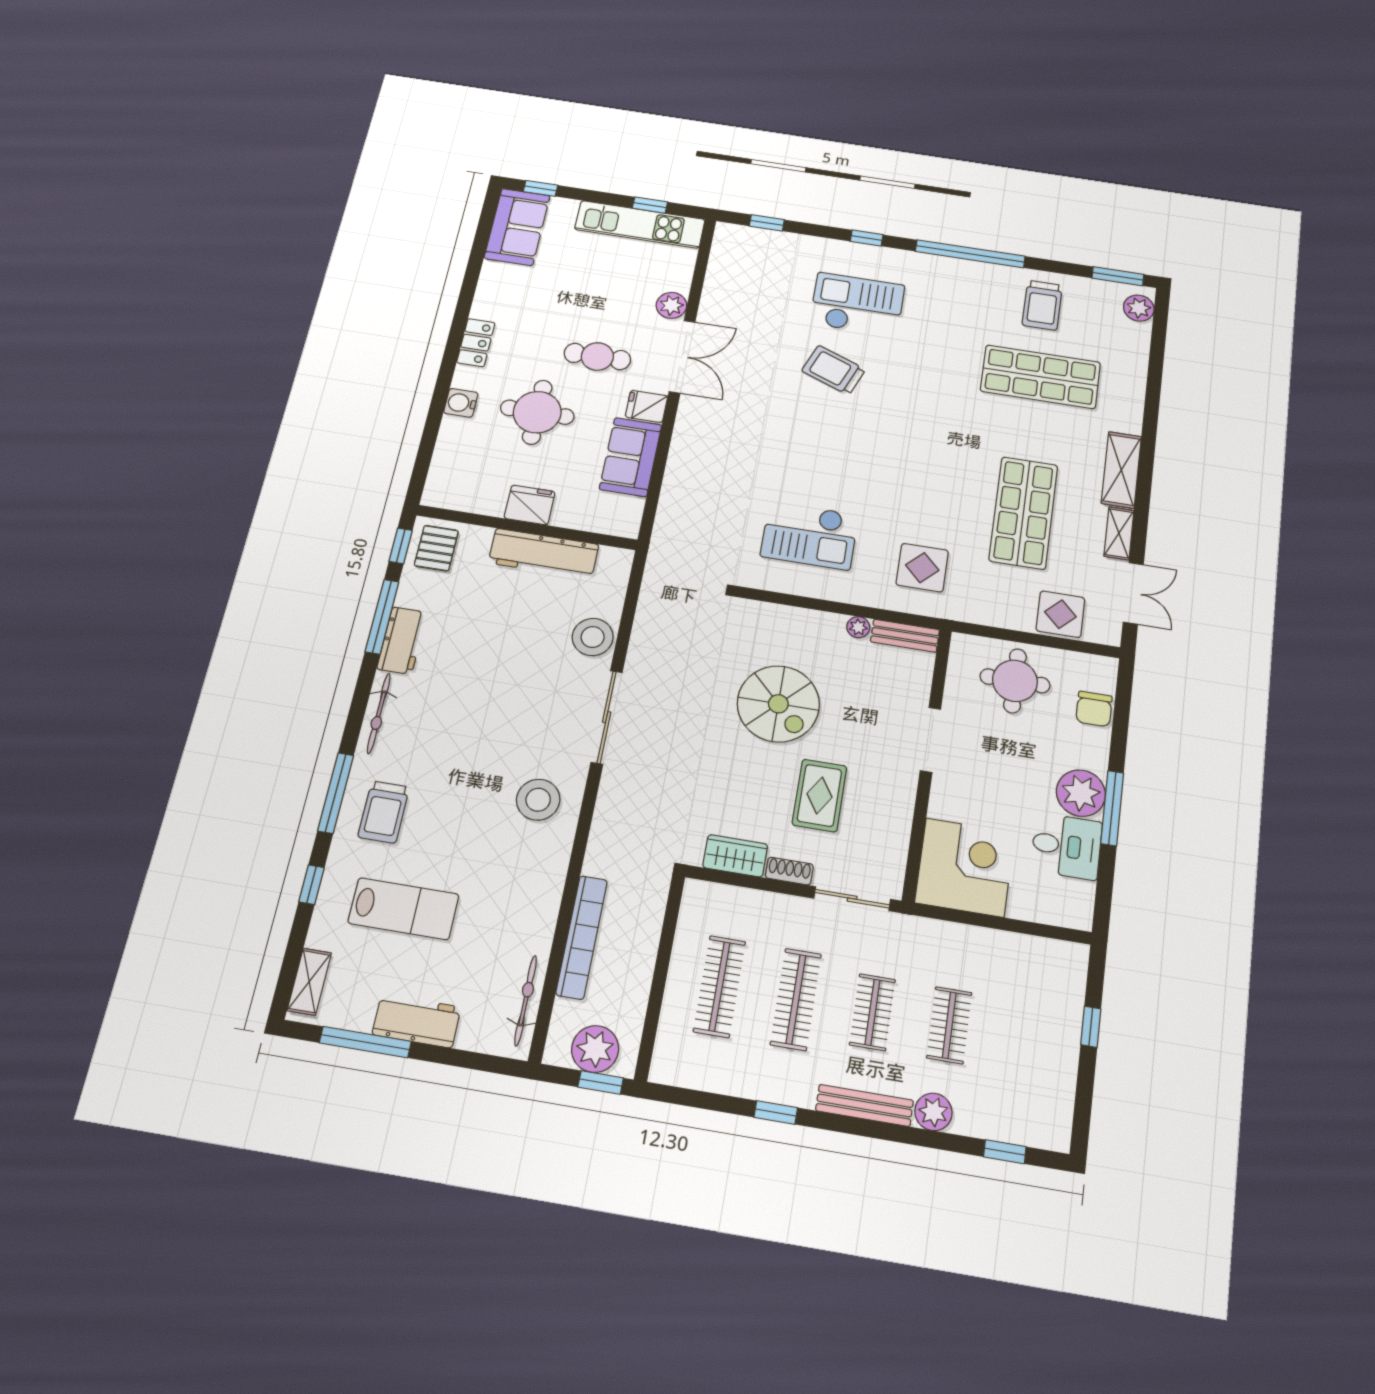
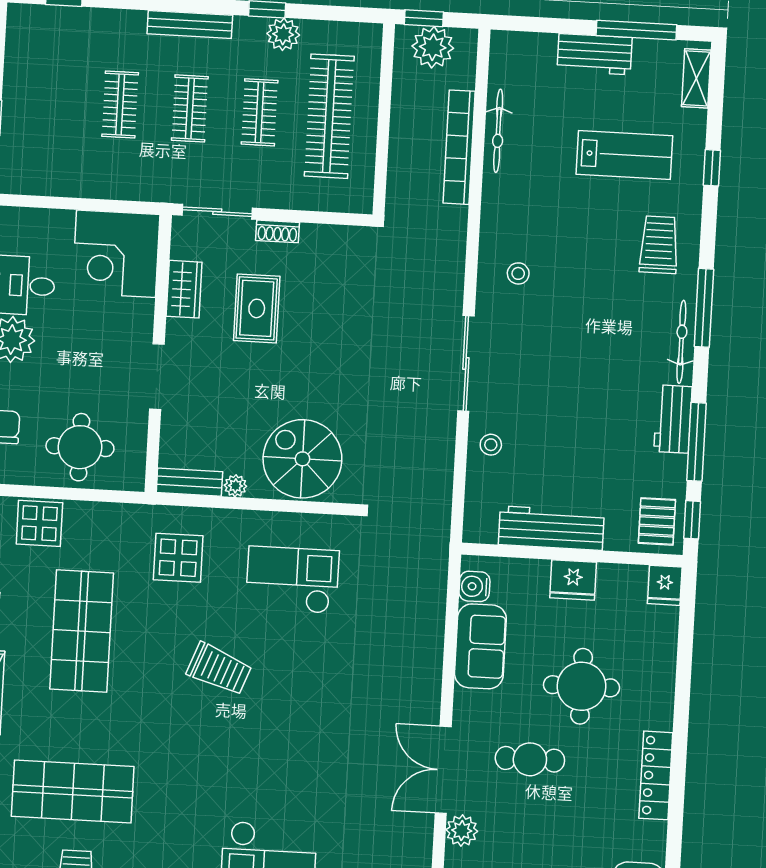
locker: (476, 343) -> (656, 775), width x1.53
trolley: (834, 370) -> (219, 669), moved
water cooler: (461, 403) -> (474, 586), moved, turned 180
fridge: (646, 406) -> (665, 585), moved, turned 90
stool: (593, 637) -> (491, 445), width x0.53, depth x0.53
spiral stairs: (778, 704) -> (302, 459), moved
window: (336, 793) -> (704, 308), moved
stool: (538, 800) -> (518, 273), width x0.53, depth x0.53
wardrobe: (735, 856) -> (184, 289), moved, turned -90
lab bench: (403, 909) -> (624, 155), turned 180
clothes rail: (720, 986) -> (329, 116), width x1.37, depth x1.31
clothes rail: (796, 999) -> (260, 112), width x0.73
bicycle: (526, 1001) -> (498, 131), moved
plant: (933, 1112) -> (283, 34), moved

